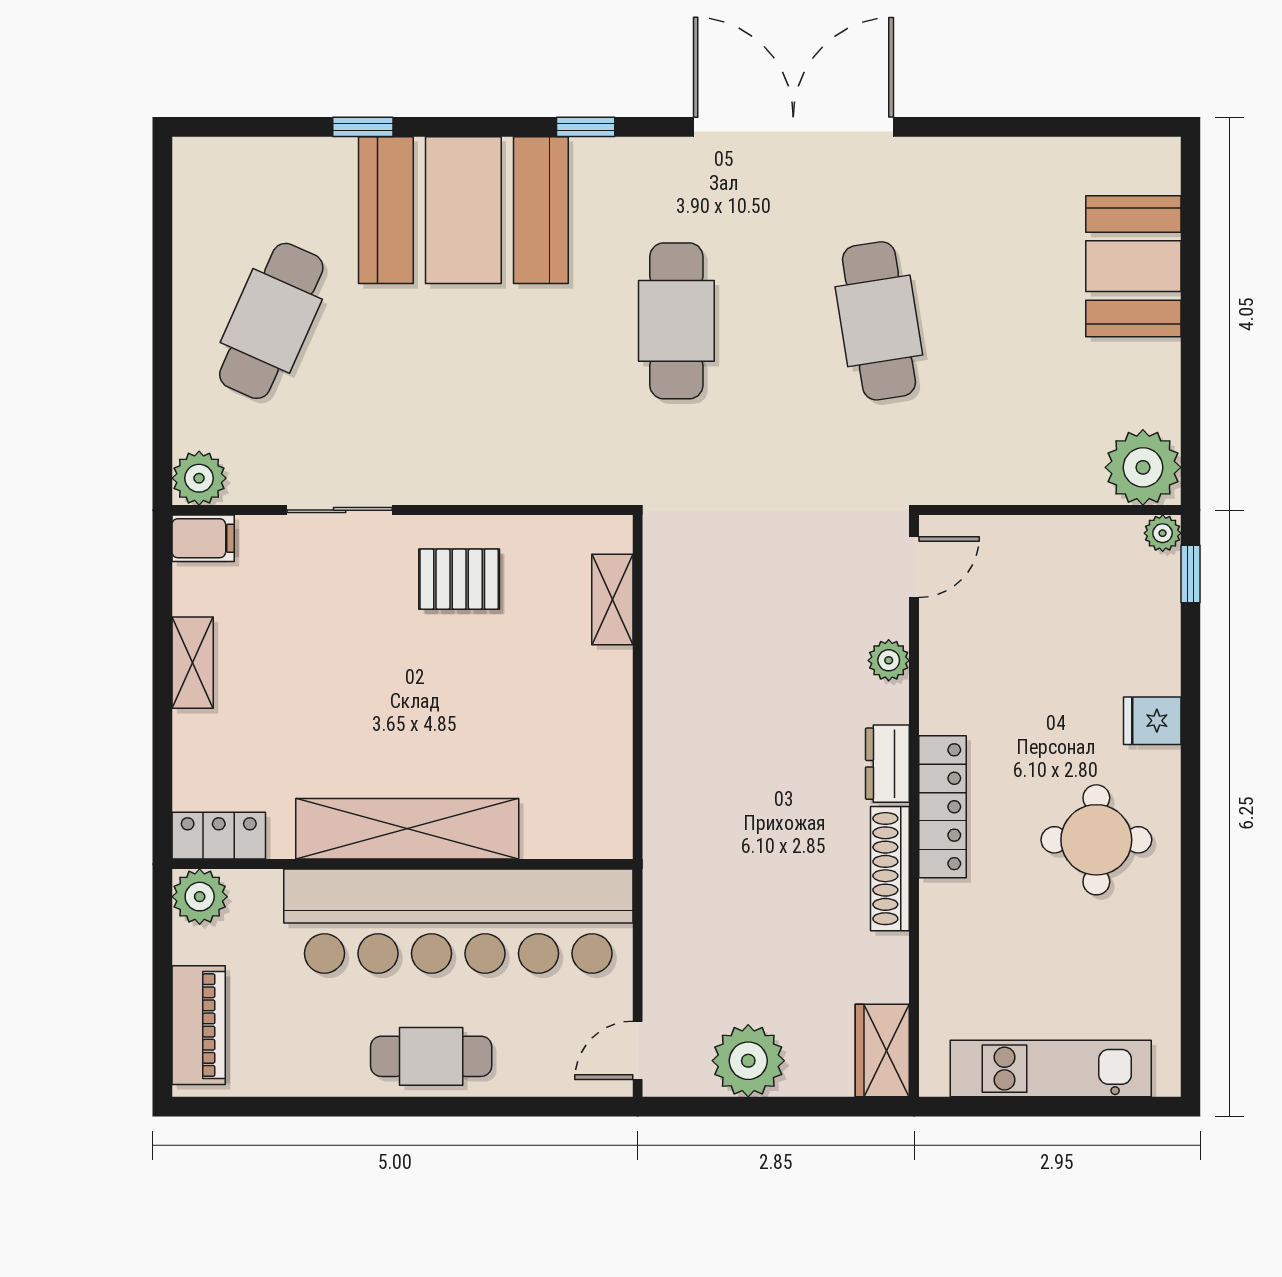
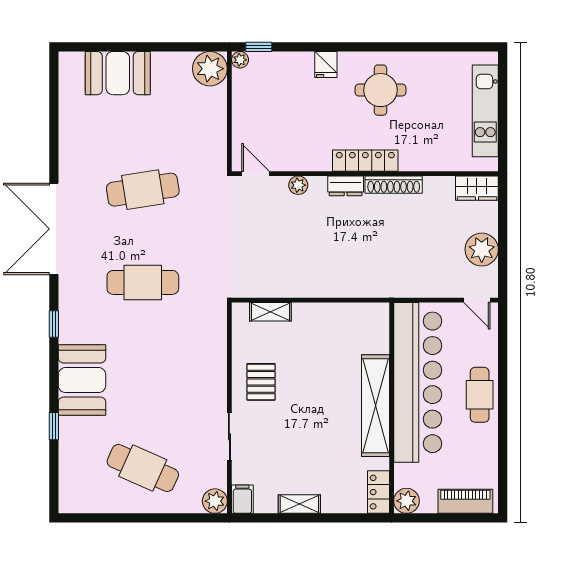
booth: (463, 210) -> (82, 380), width x0.73, depth x0.70

